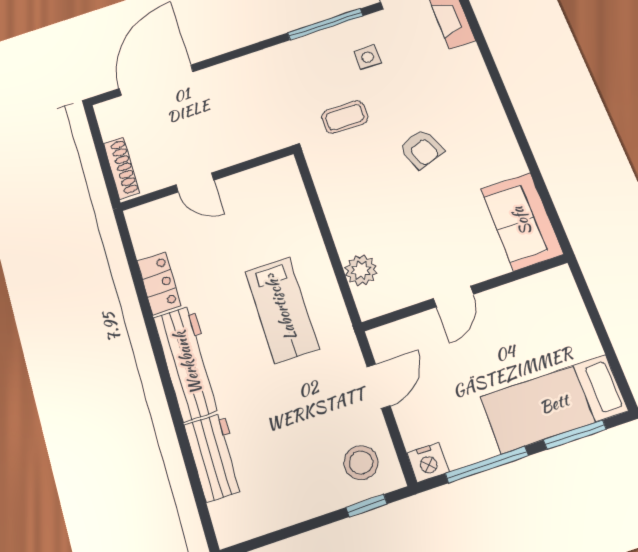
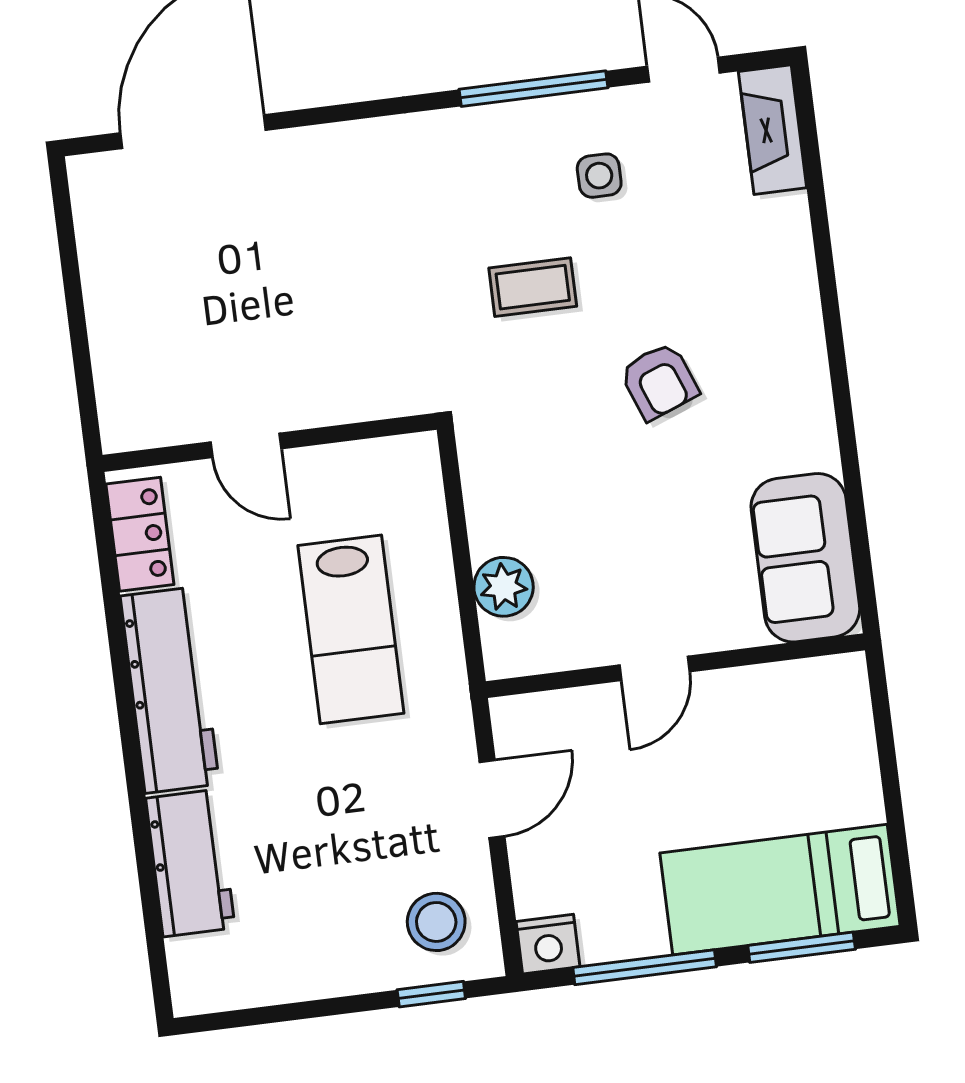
shoe rack: (122, 168) -> (103, 296), removed
wall: (207, 178) -> (270, 442), moved
door: (195, 182) -> (246, 445), moved

